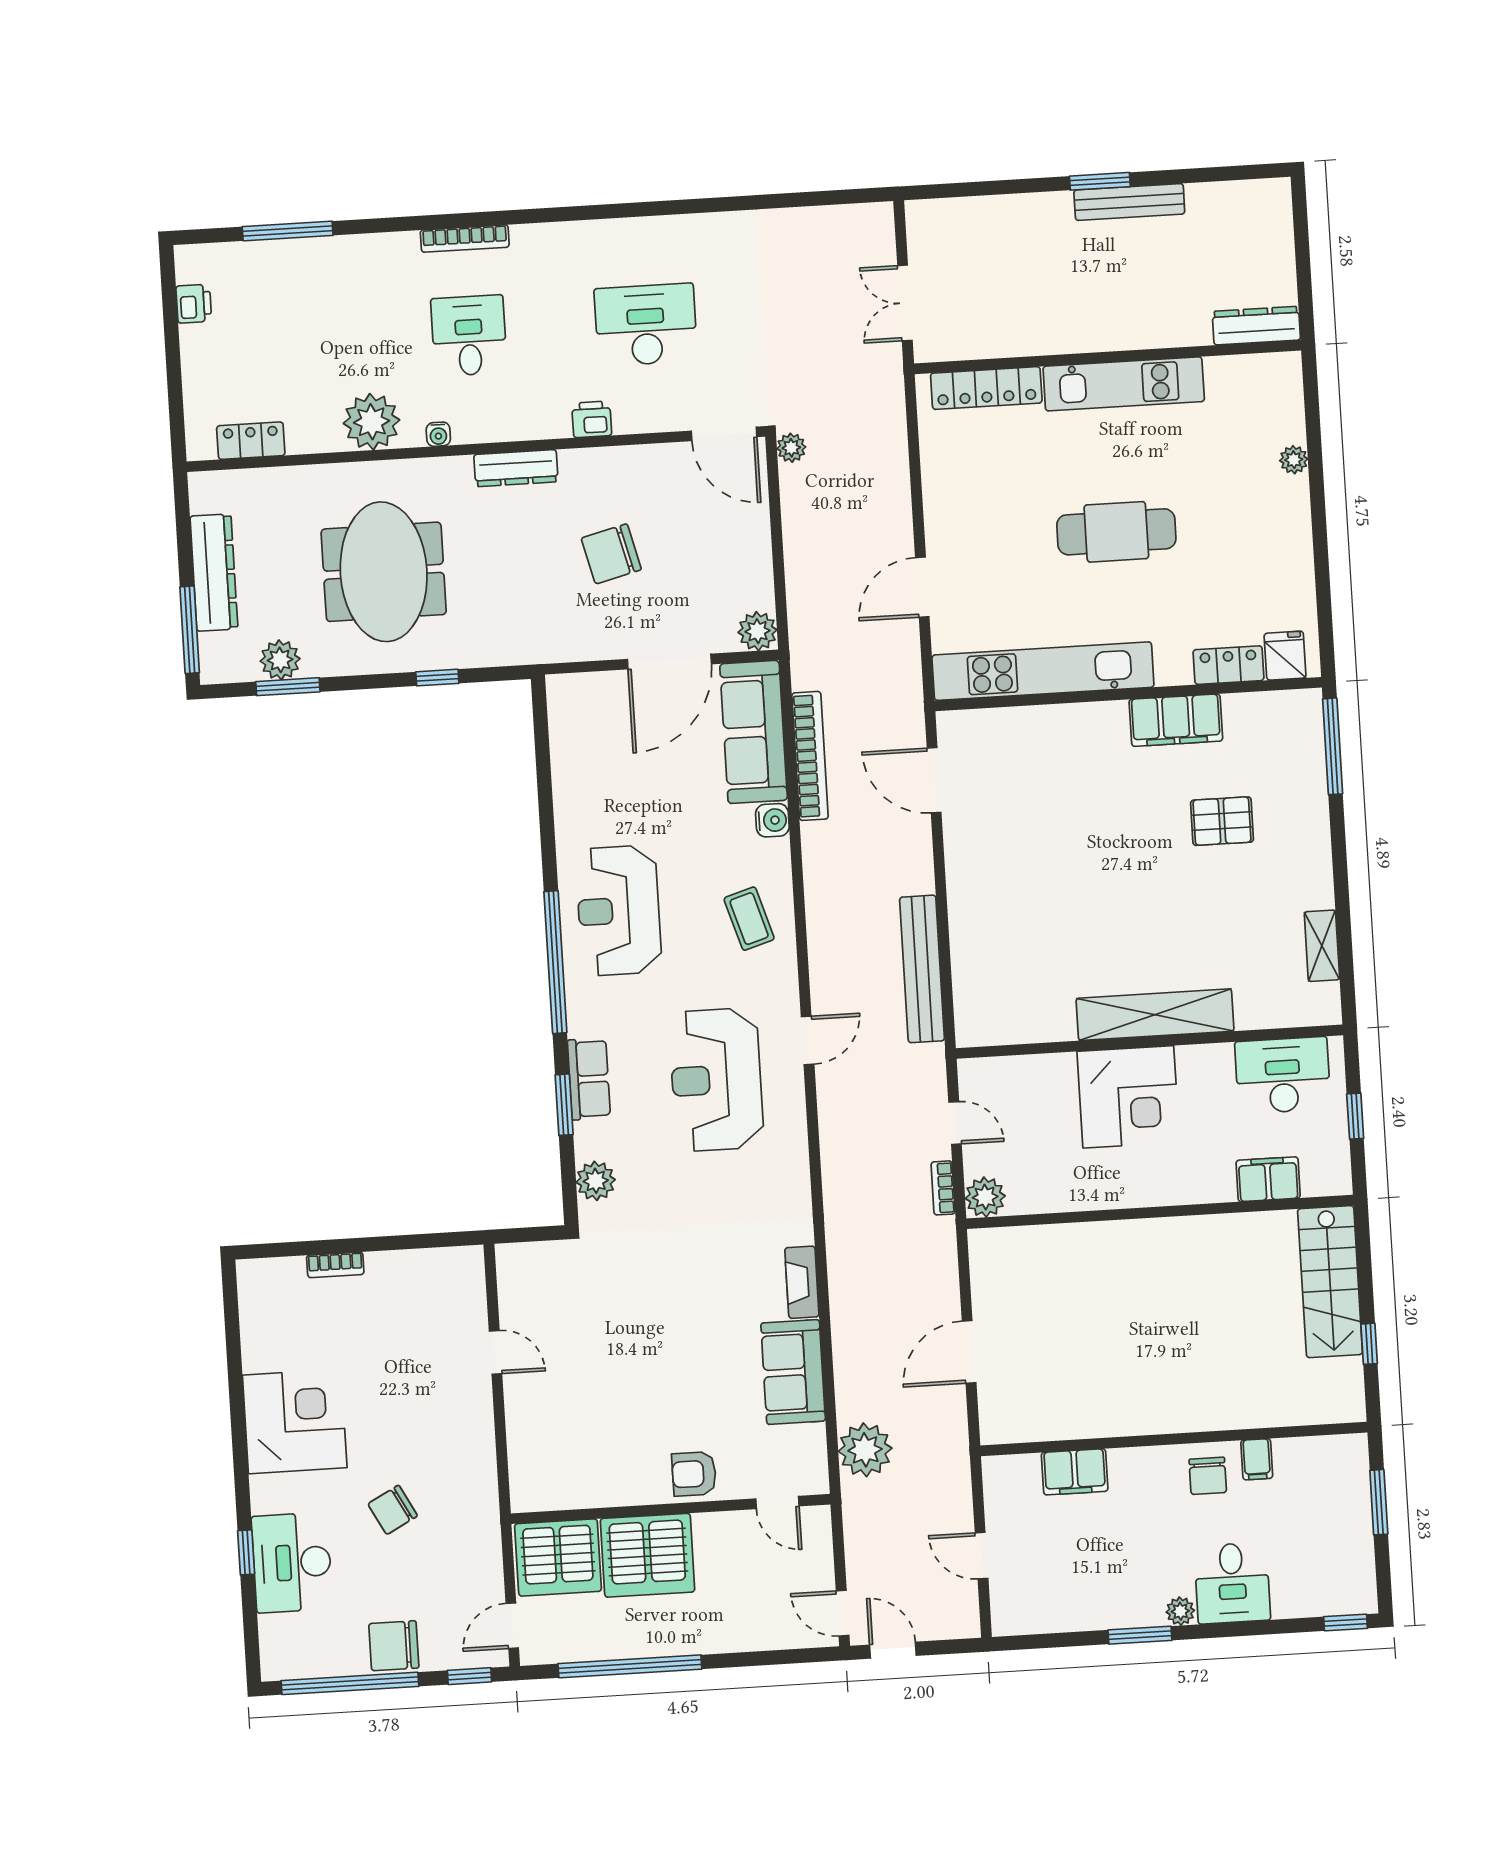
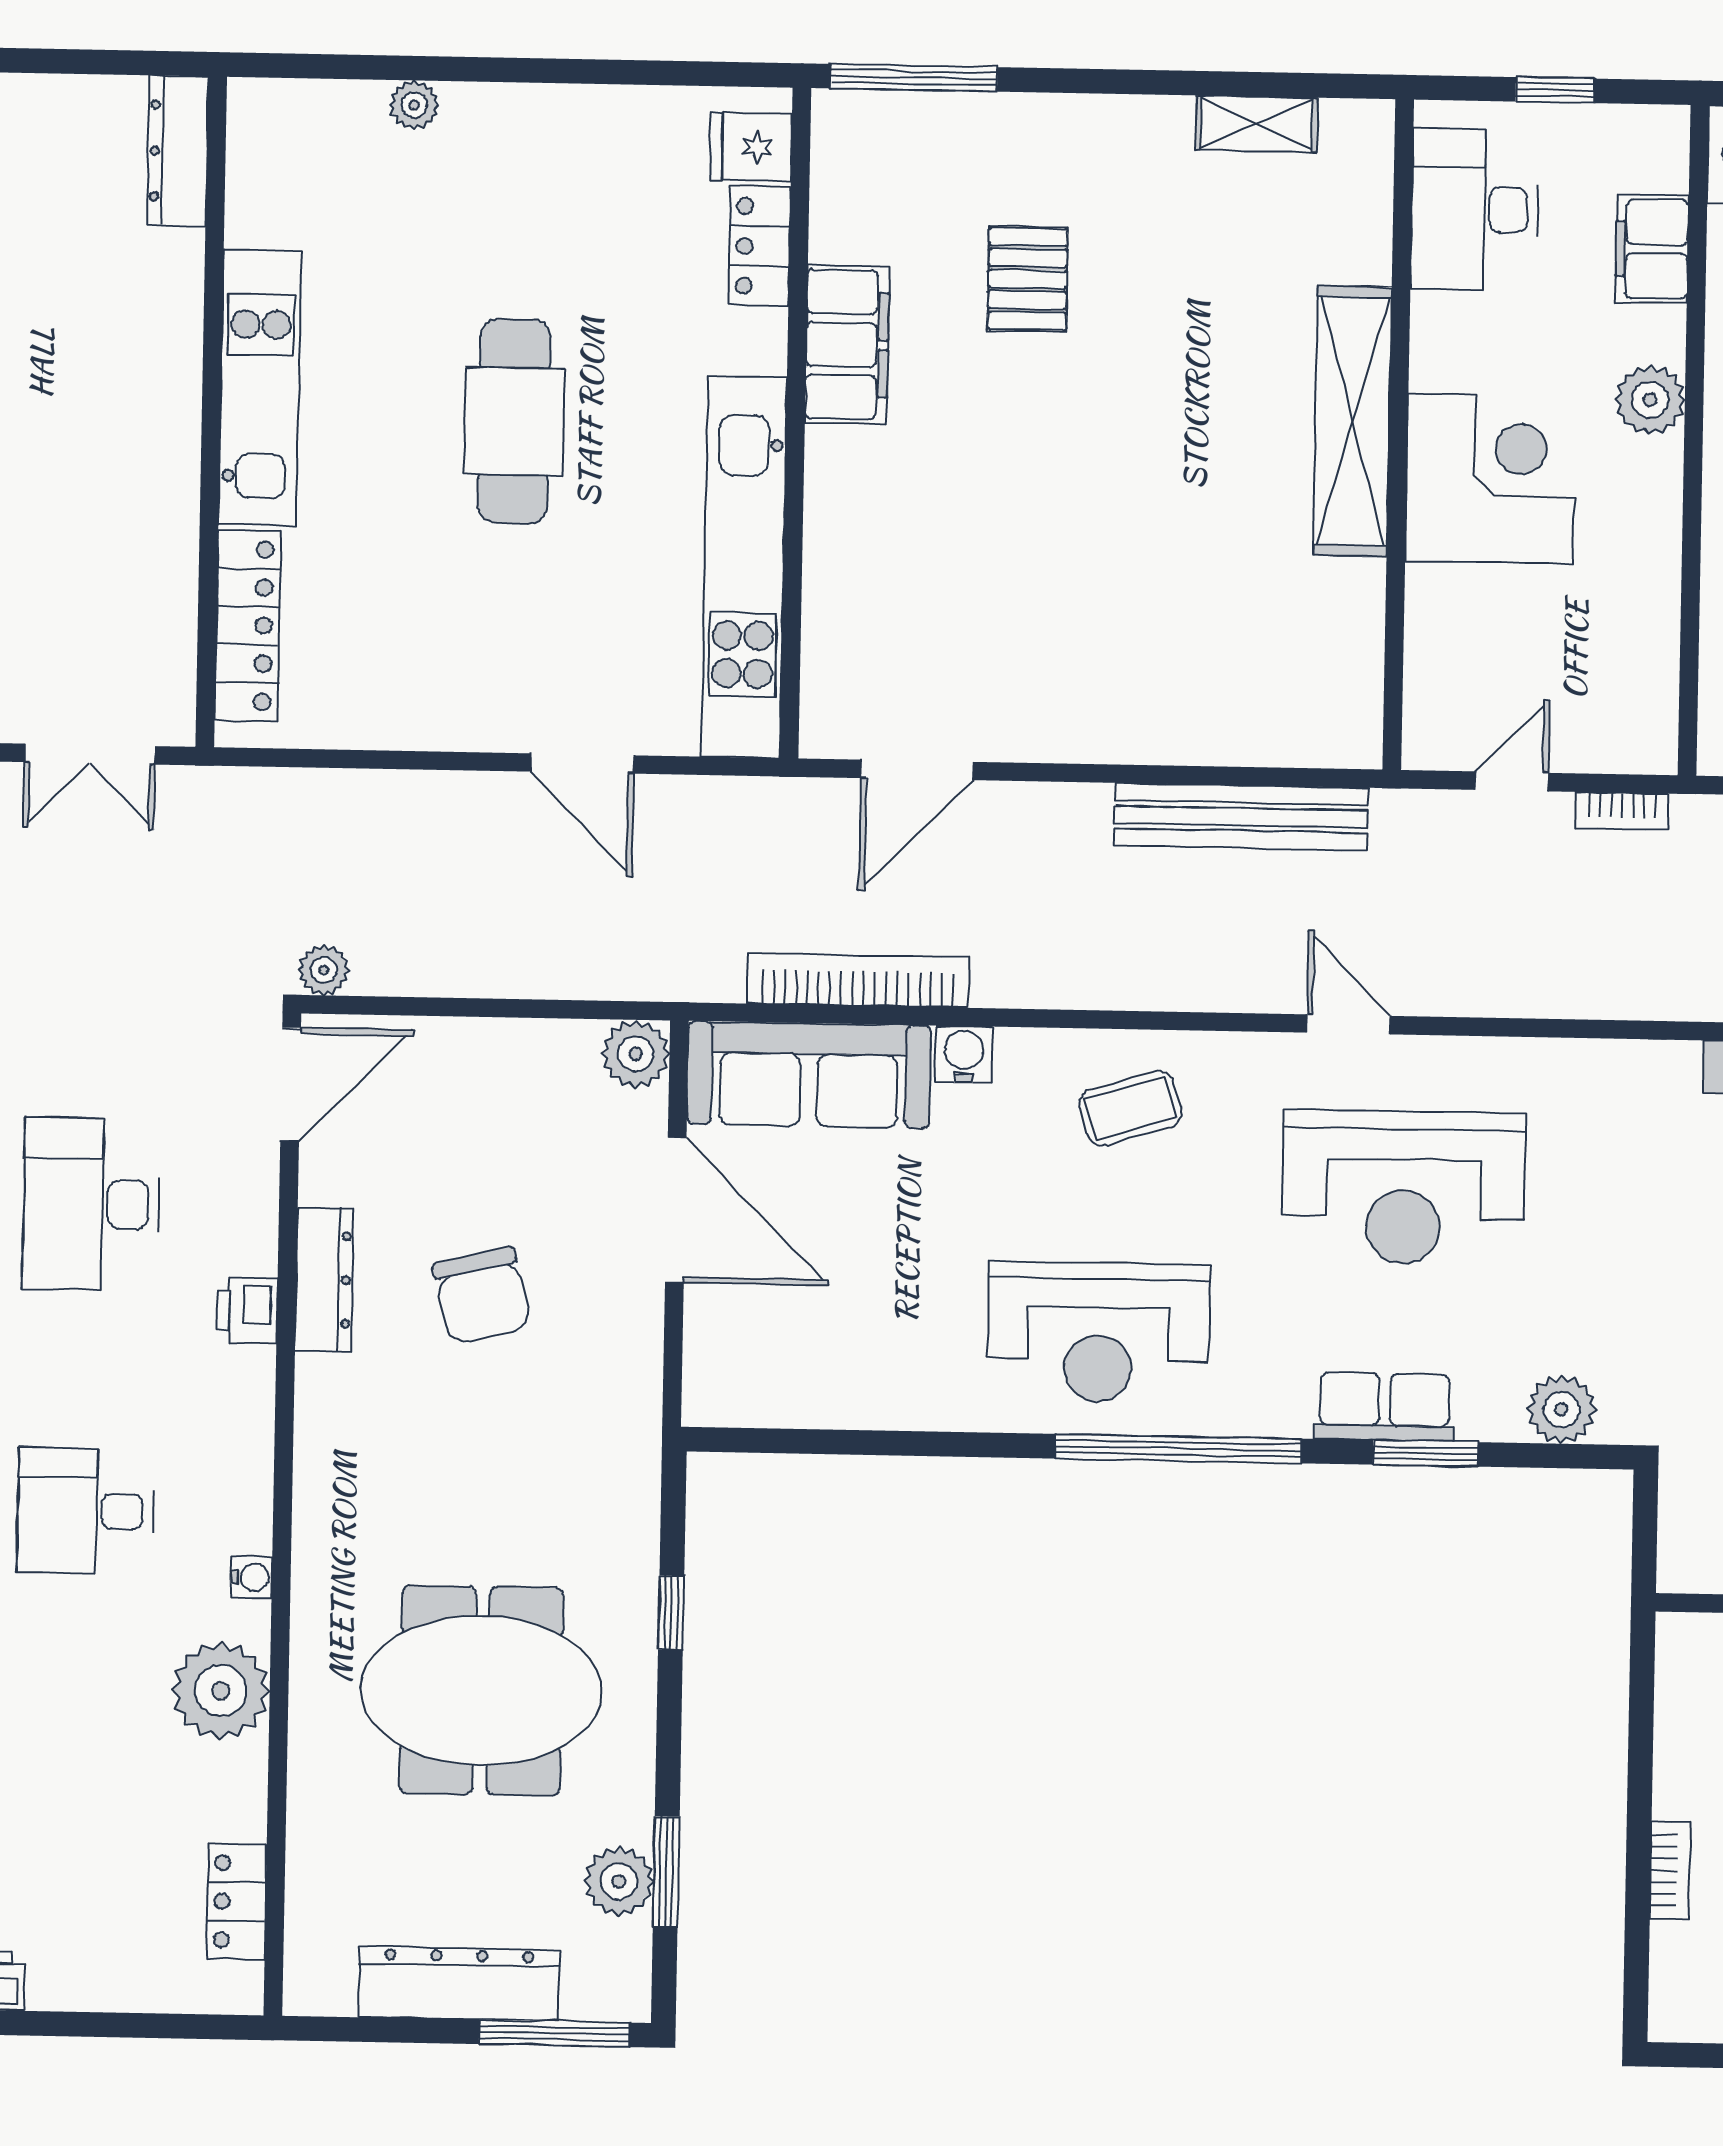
dresser: (516, 468) -> (324, 1280), moved
plant: (985, 1197) -> (1650, 400), moved

